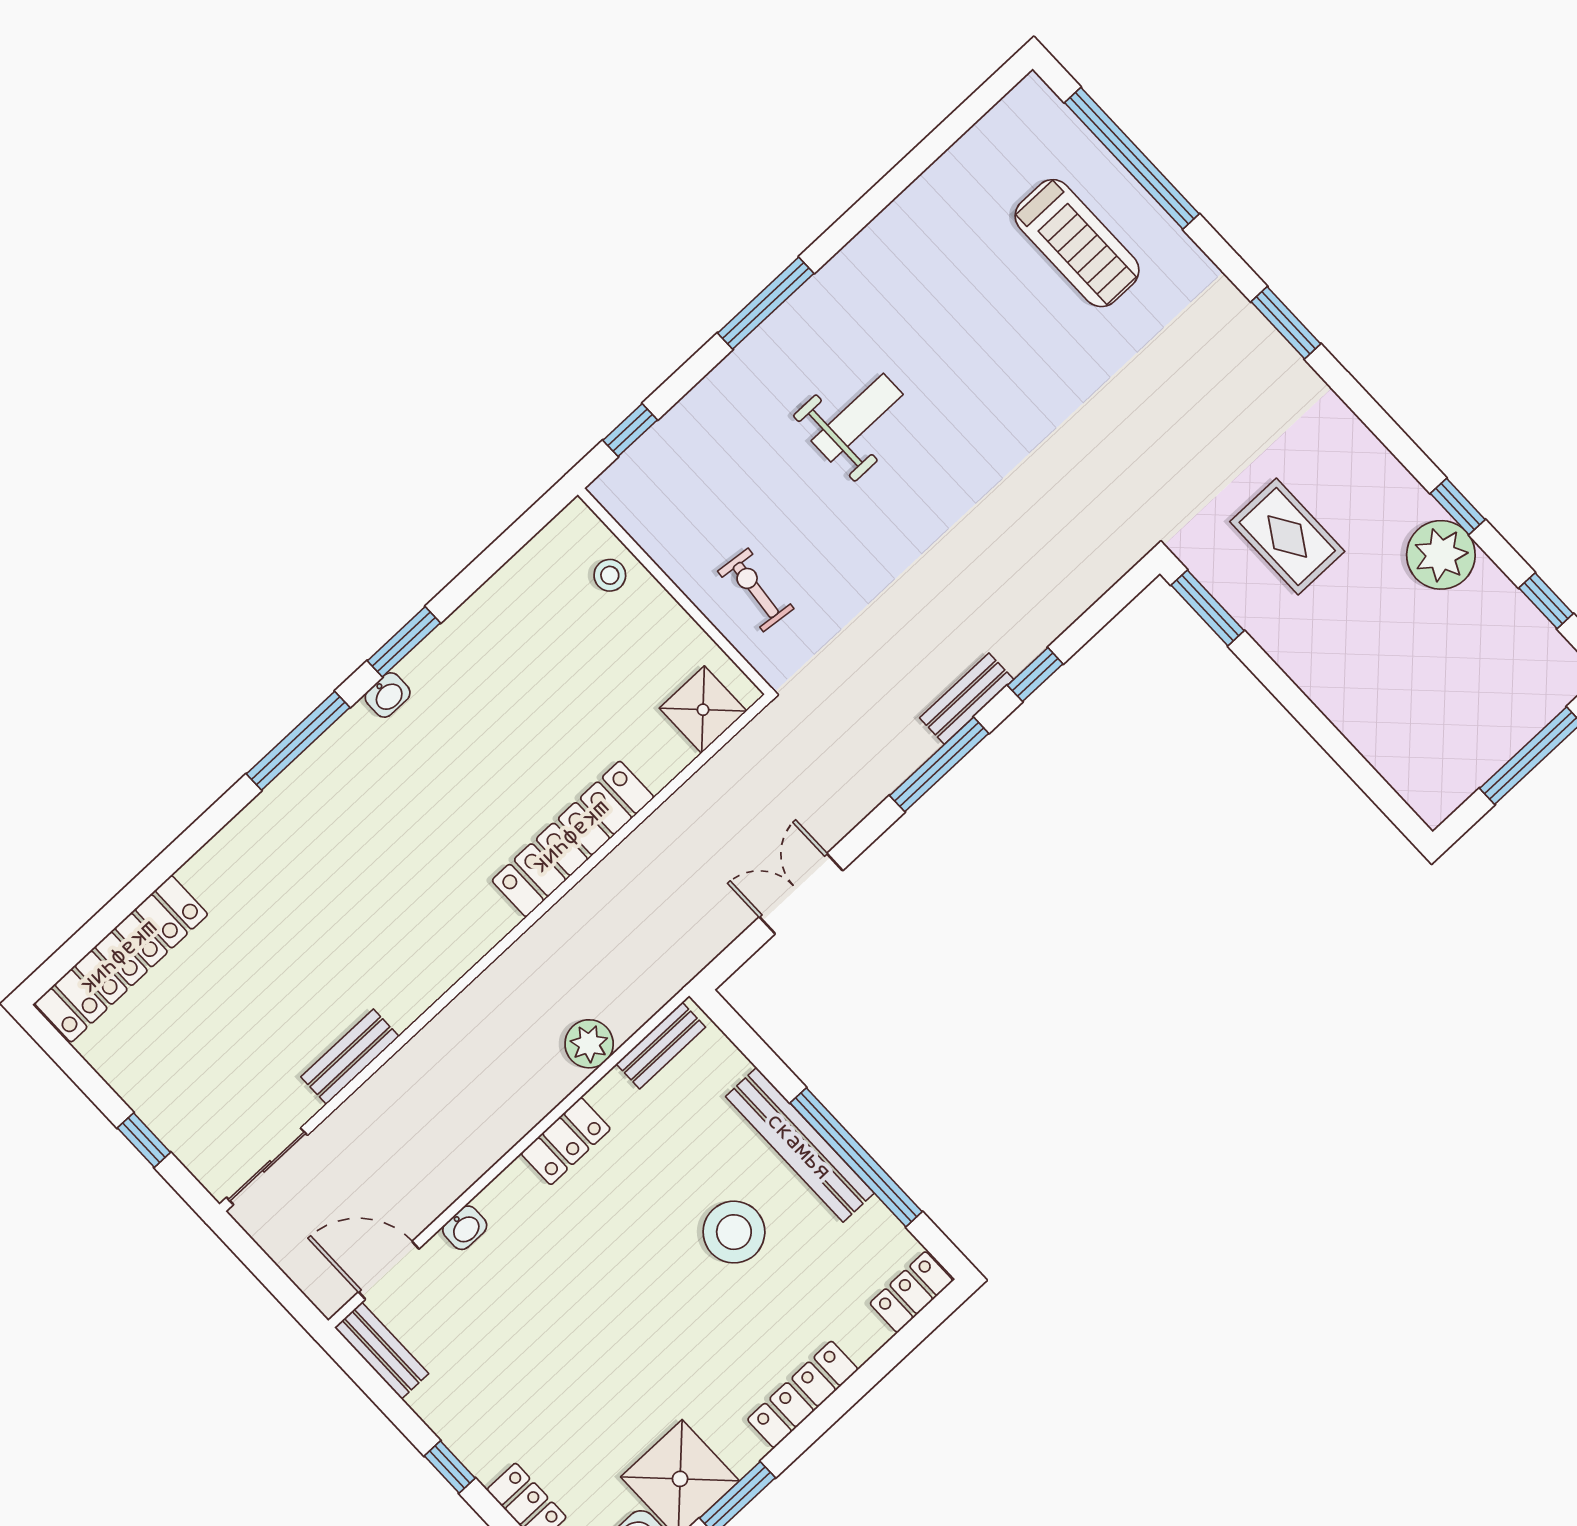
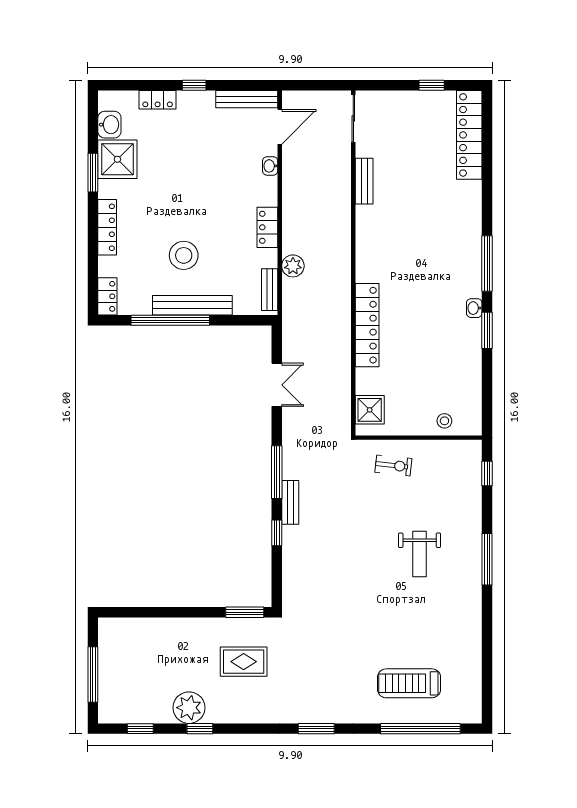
window: (144, 1140) -> (432, 85), moved
bench: (382, 1350) -> (247, 99), width x1.36

